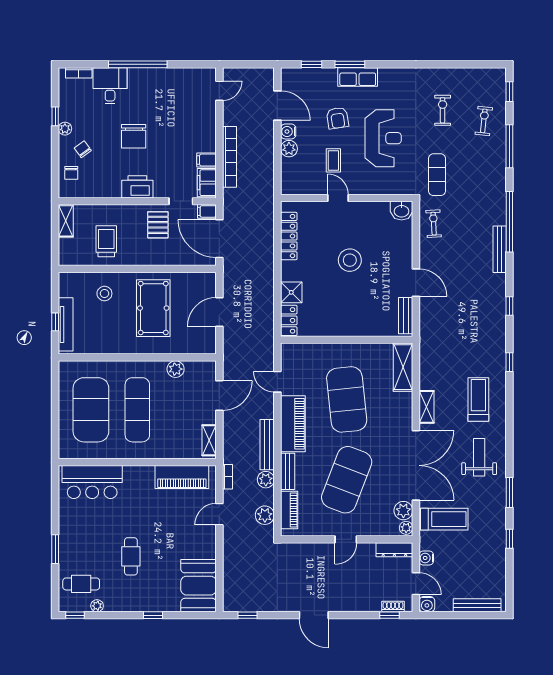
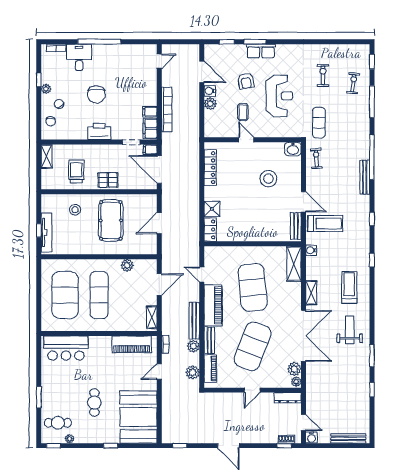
pallet: (158, 225) -> (108, 180), moved, turned 90
stool: (350, 260) -> (268, 179), moved
treadmill: (444, 519) -> (325, 224), moved
water cooler: (426, 558) -> (311, 250), moved
booth: (199, 586) -> (139, 417), width x1.36, depth x1.42

